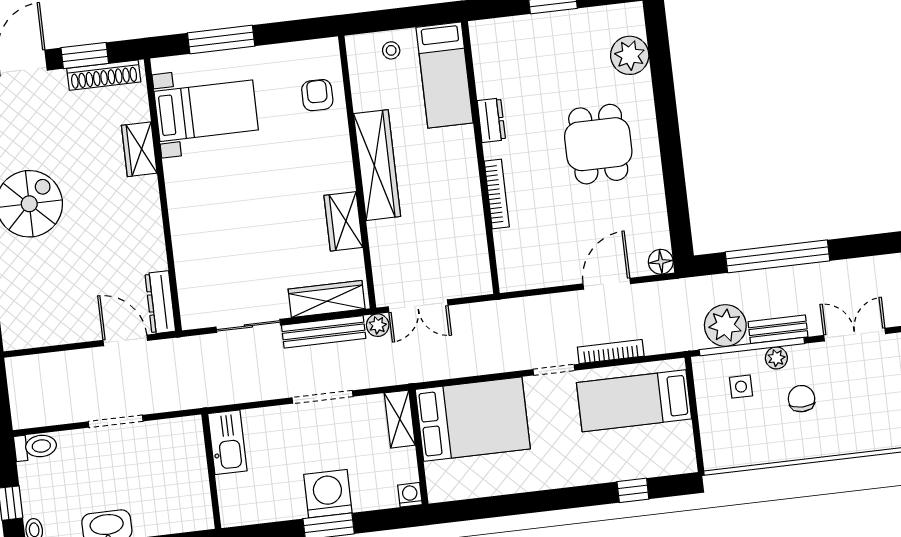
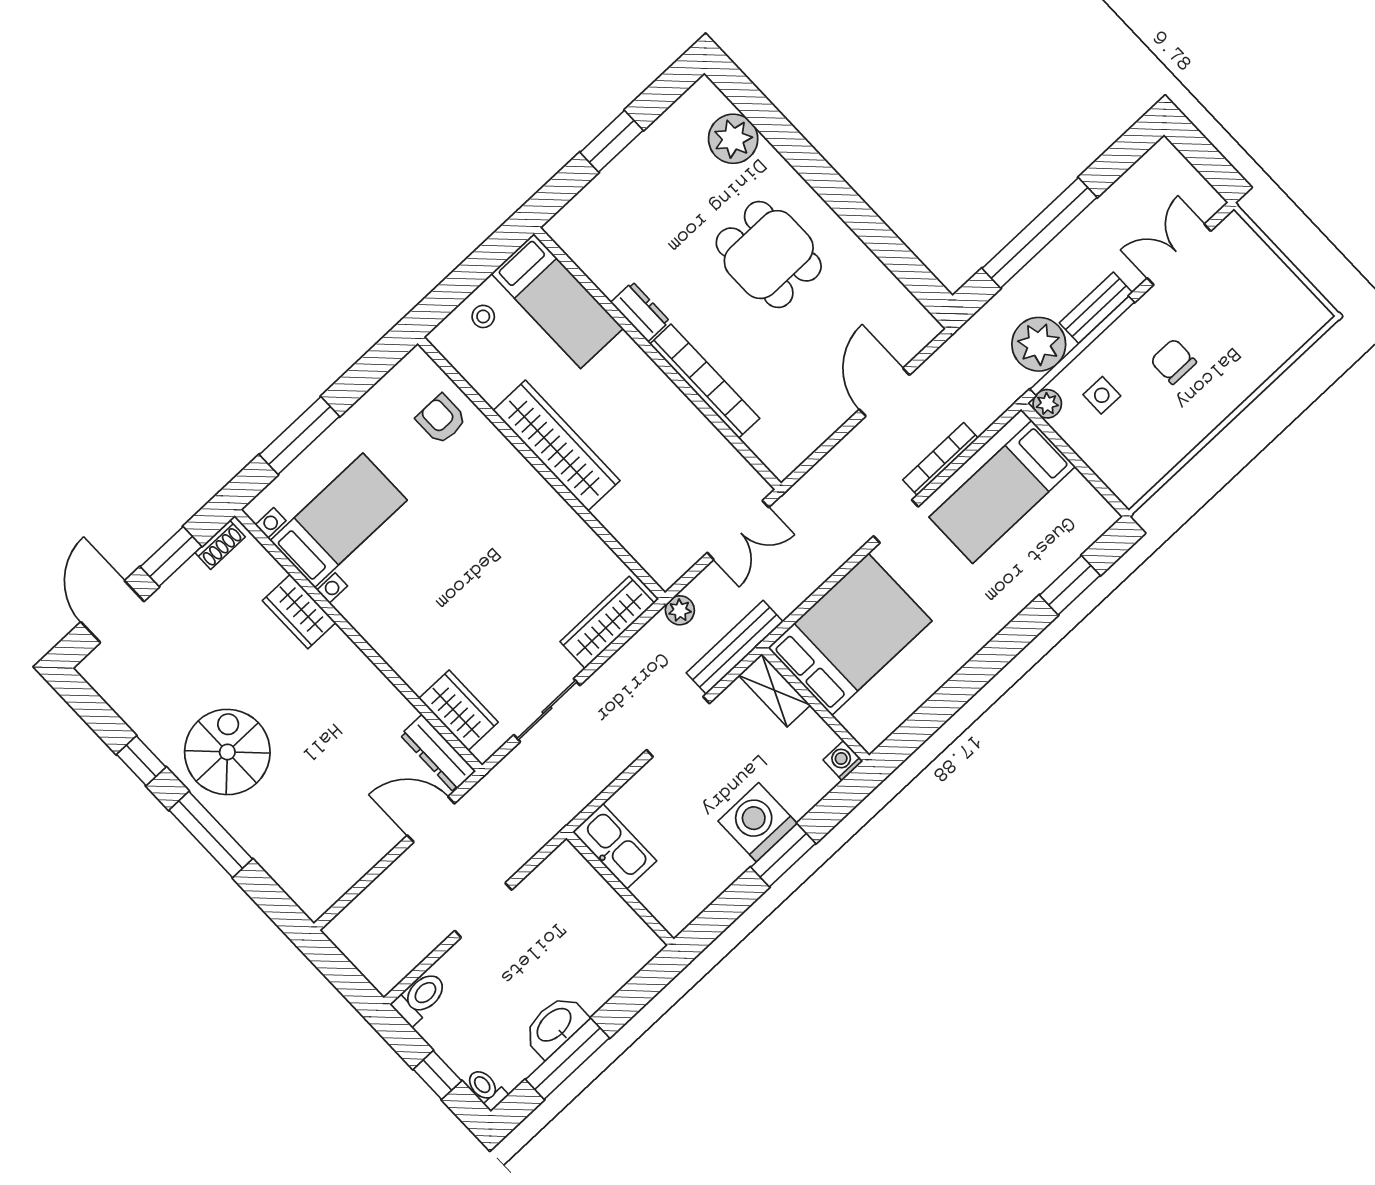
shoe rack: (104, 75) -> (220, 545), width x0.51, depth x0.81
bookcase: (497, 194) -> (705, 381), width x1.48, depth x1.31
wardrobe: (343, 221) -> (458, 710), moved, turned 180
floor lamp: (661, 262) -> (923, 328), removed
double door: (418, 306) -> (738, 530), moved
bench: (324, 332) -> (735, 647), moved
plant: (776, 358) -> (1047, 404), moved
window: (633, 490) -> (1070, 585), width x1.50

